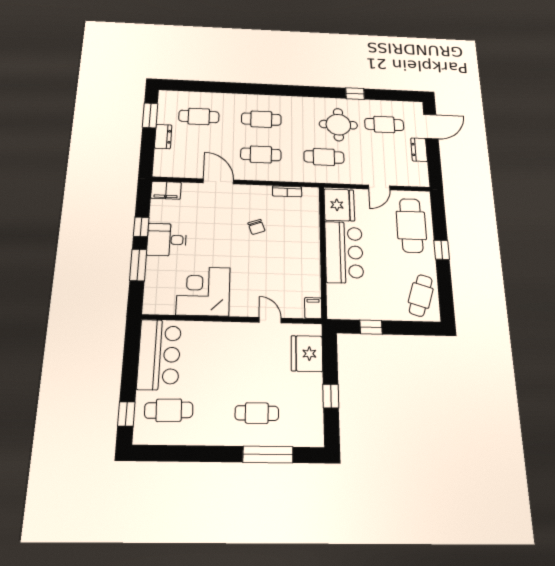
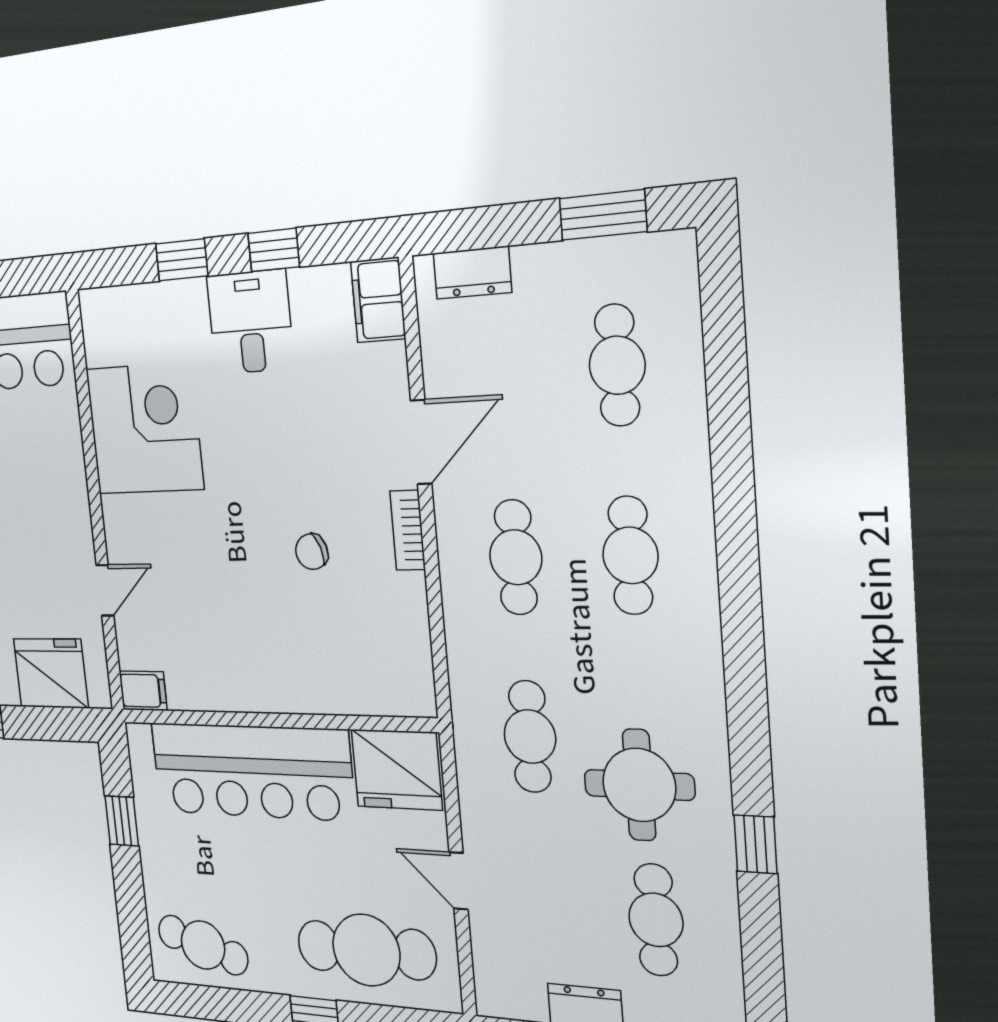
dresser: (163, 137) -> (472, 273), moved
bookcase: (287, 191) -> (408, 530), moved
bar counter: (344, 252) -> (251, 771), width x1.36
window: (138, 265) -> (182, 260), width x0.67

